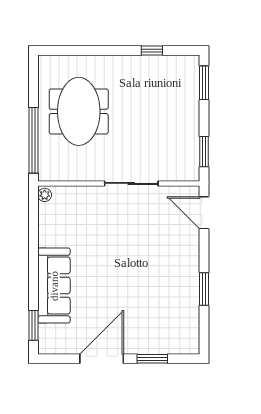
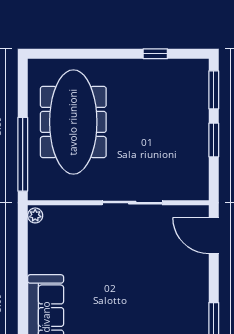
meeting table: (79, 111) -> (73, 122), width x1.36
window: (204, 152) -> (214, 140), moved

